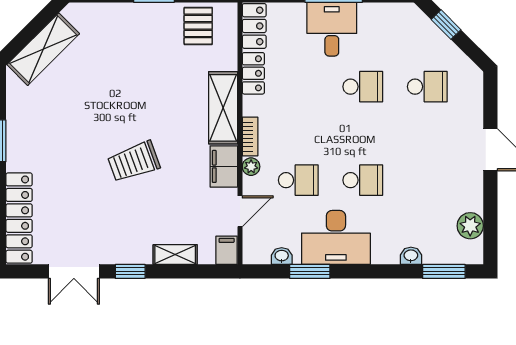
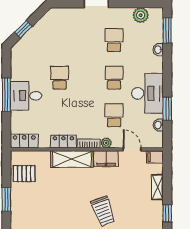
locker: (253, 73) -> (63, 141), moved
school desk: (427, 87) -> (114, 40), moved

